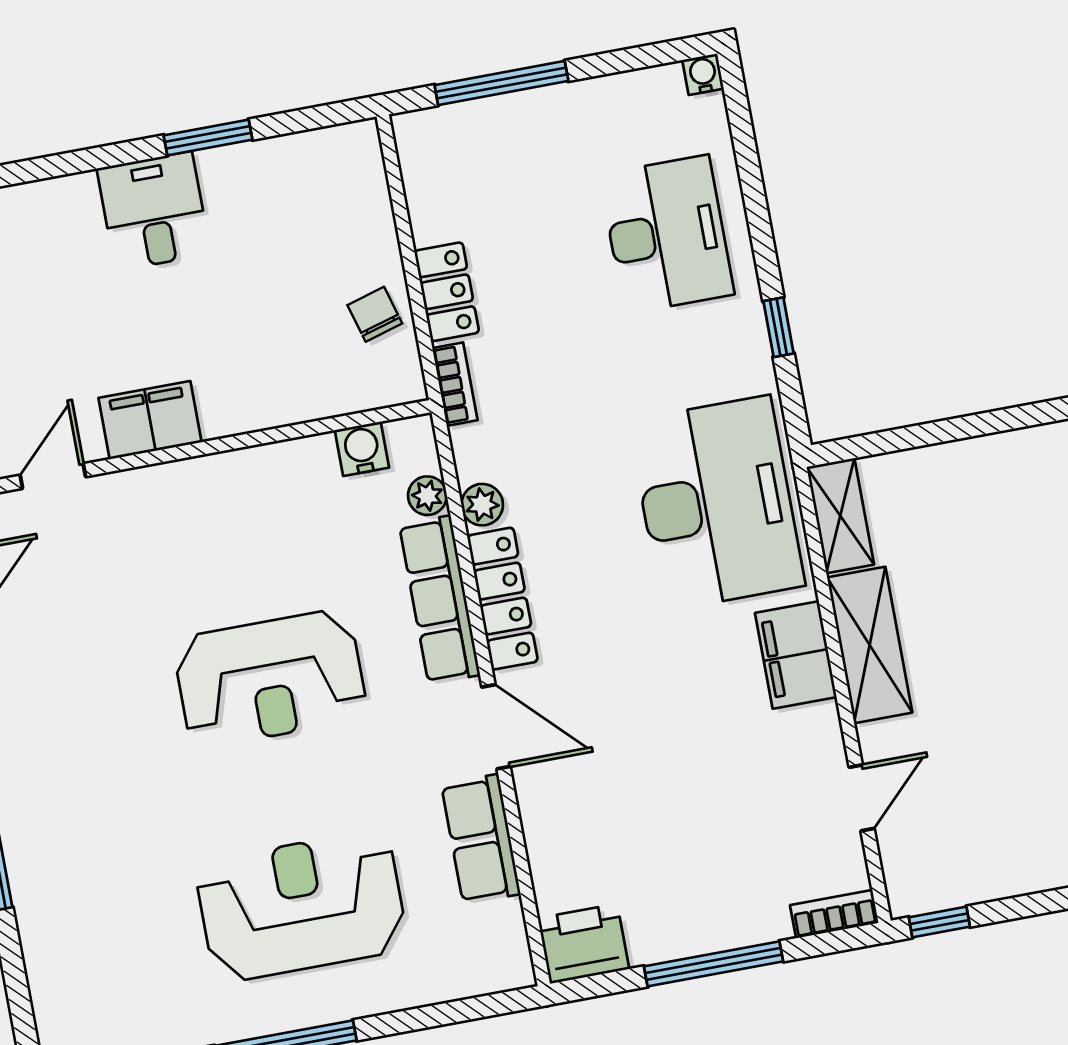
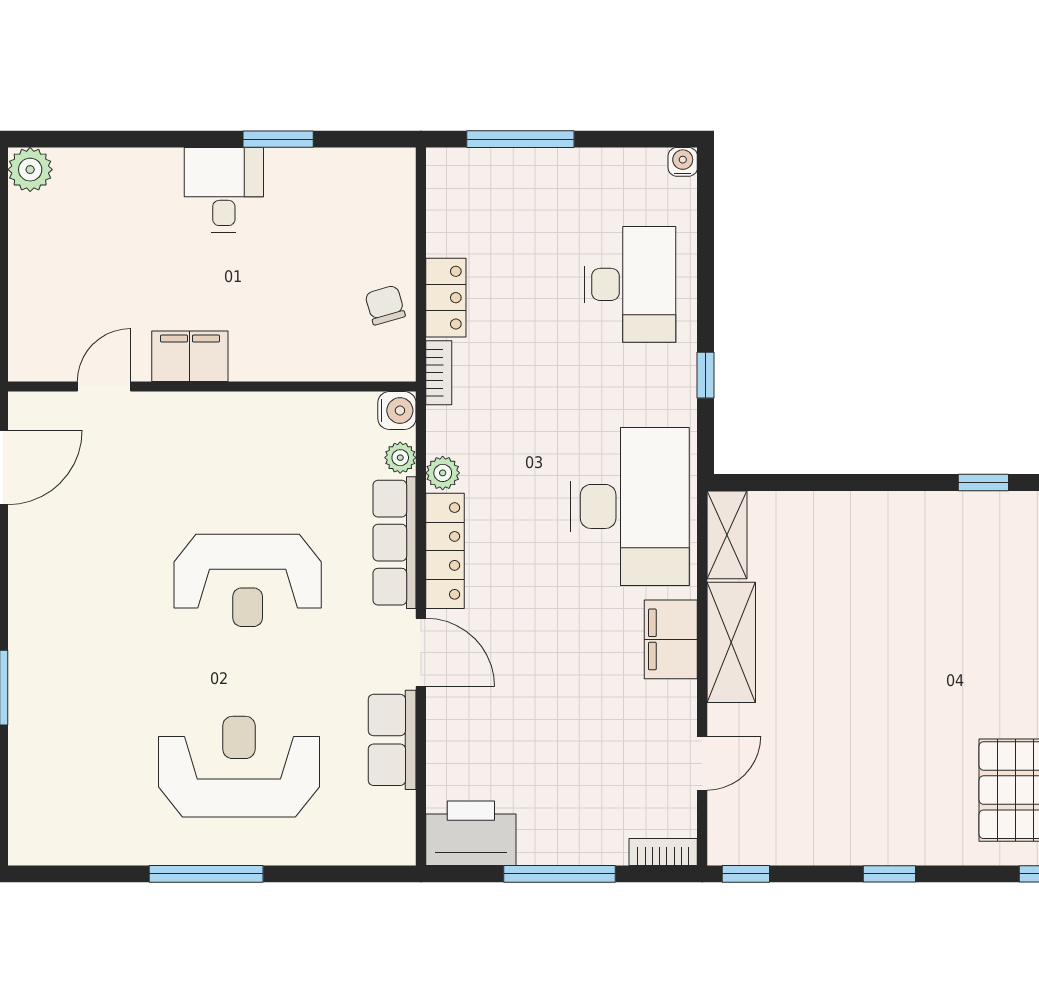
water cooler: (362, 449) -> (397, 411), moved, turned 90
printer: (584, 944) -> (471, 833), width x1.37, depth x1.19

